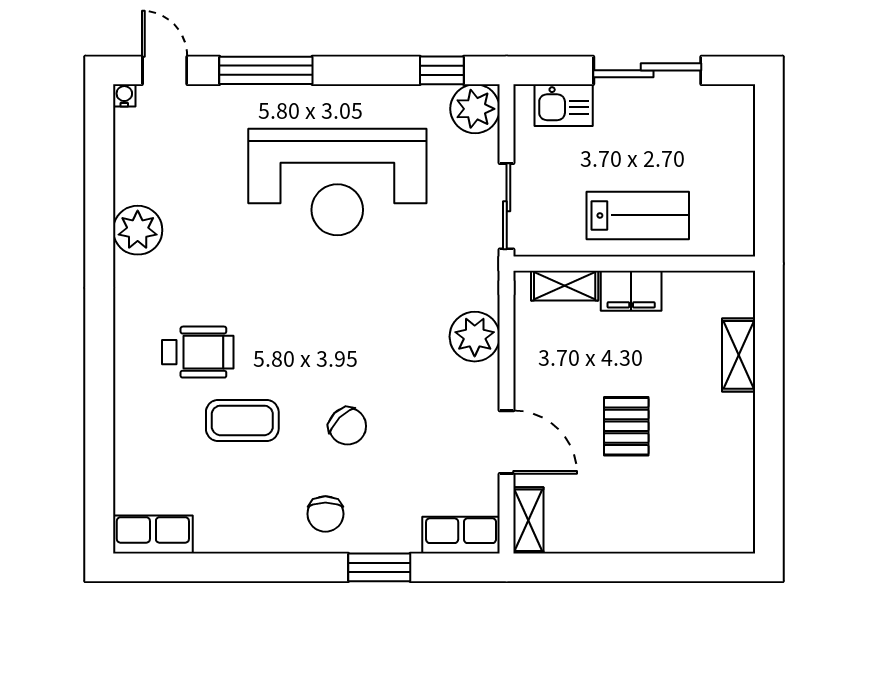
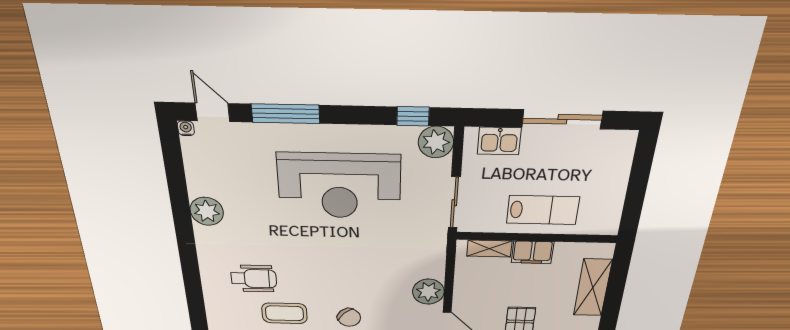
plant: (475, 337) -> (428, 292), moved
shelving: (739, 355) -> (593, 288), width x1.50, depth x1.33

